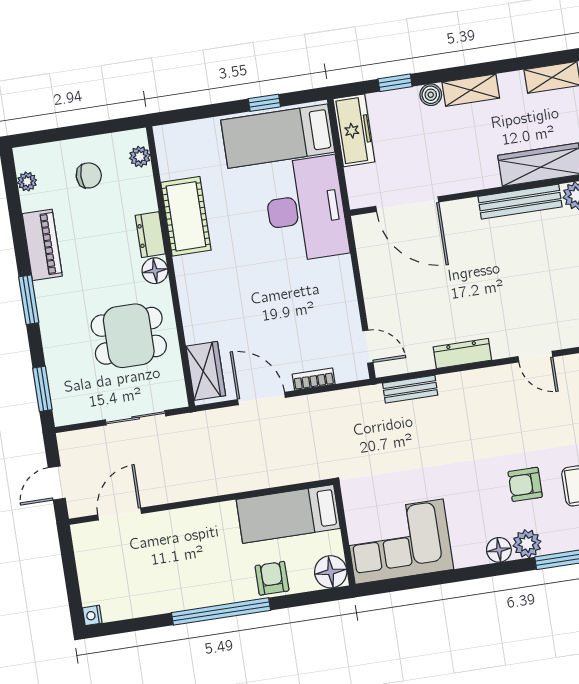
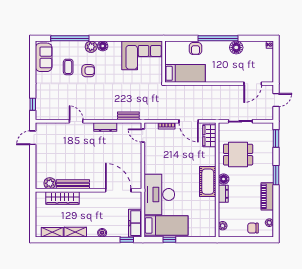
window: (395, 83) -> (127, 240), moved
shelving: (471, 90) -> (75, 232), moved
chair: (89, 175) -> (253, 228), moved
cot: (186, 216) -> (208, 182), moved
floor lamp: (331, 572) -> (236, 48), moved

